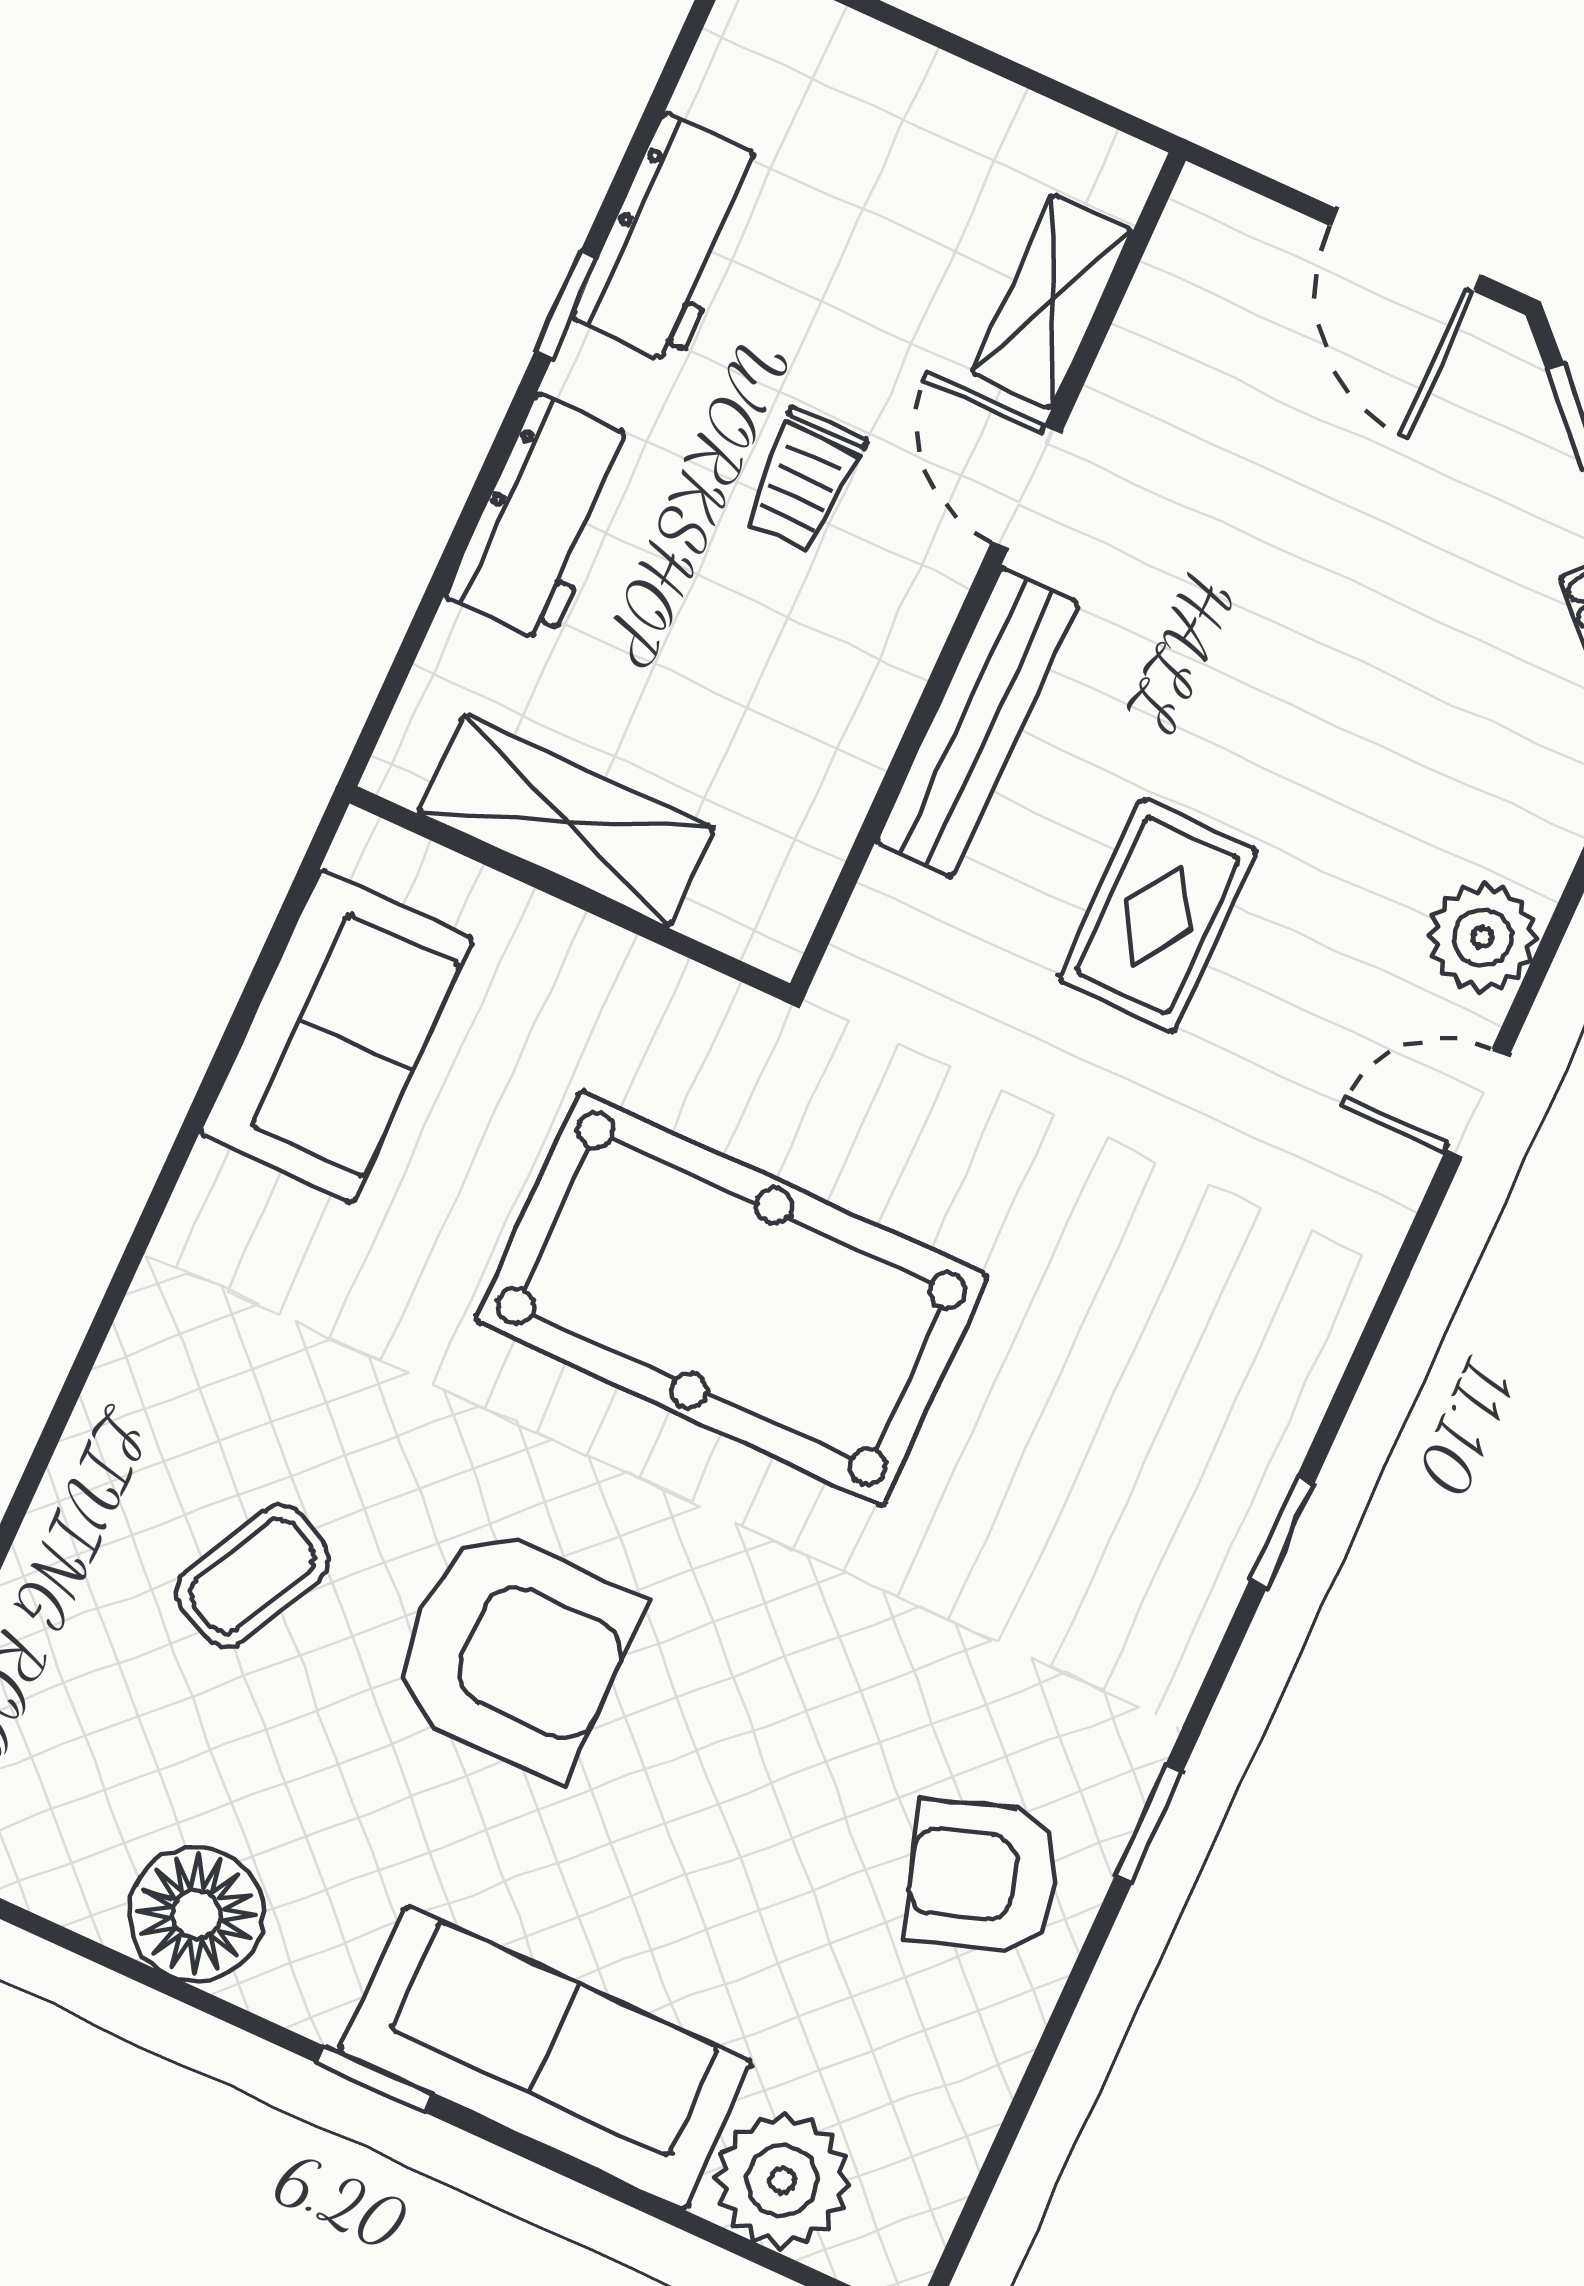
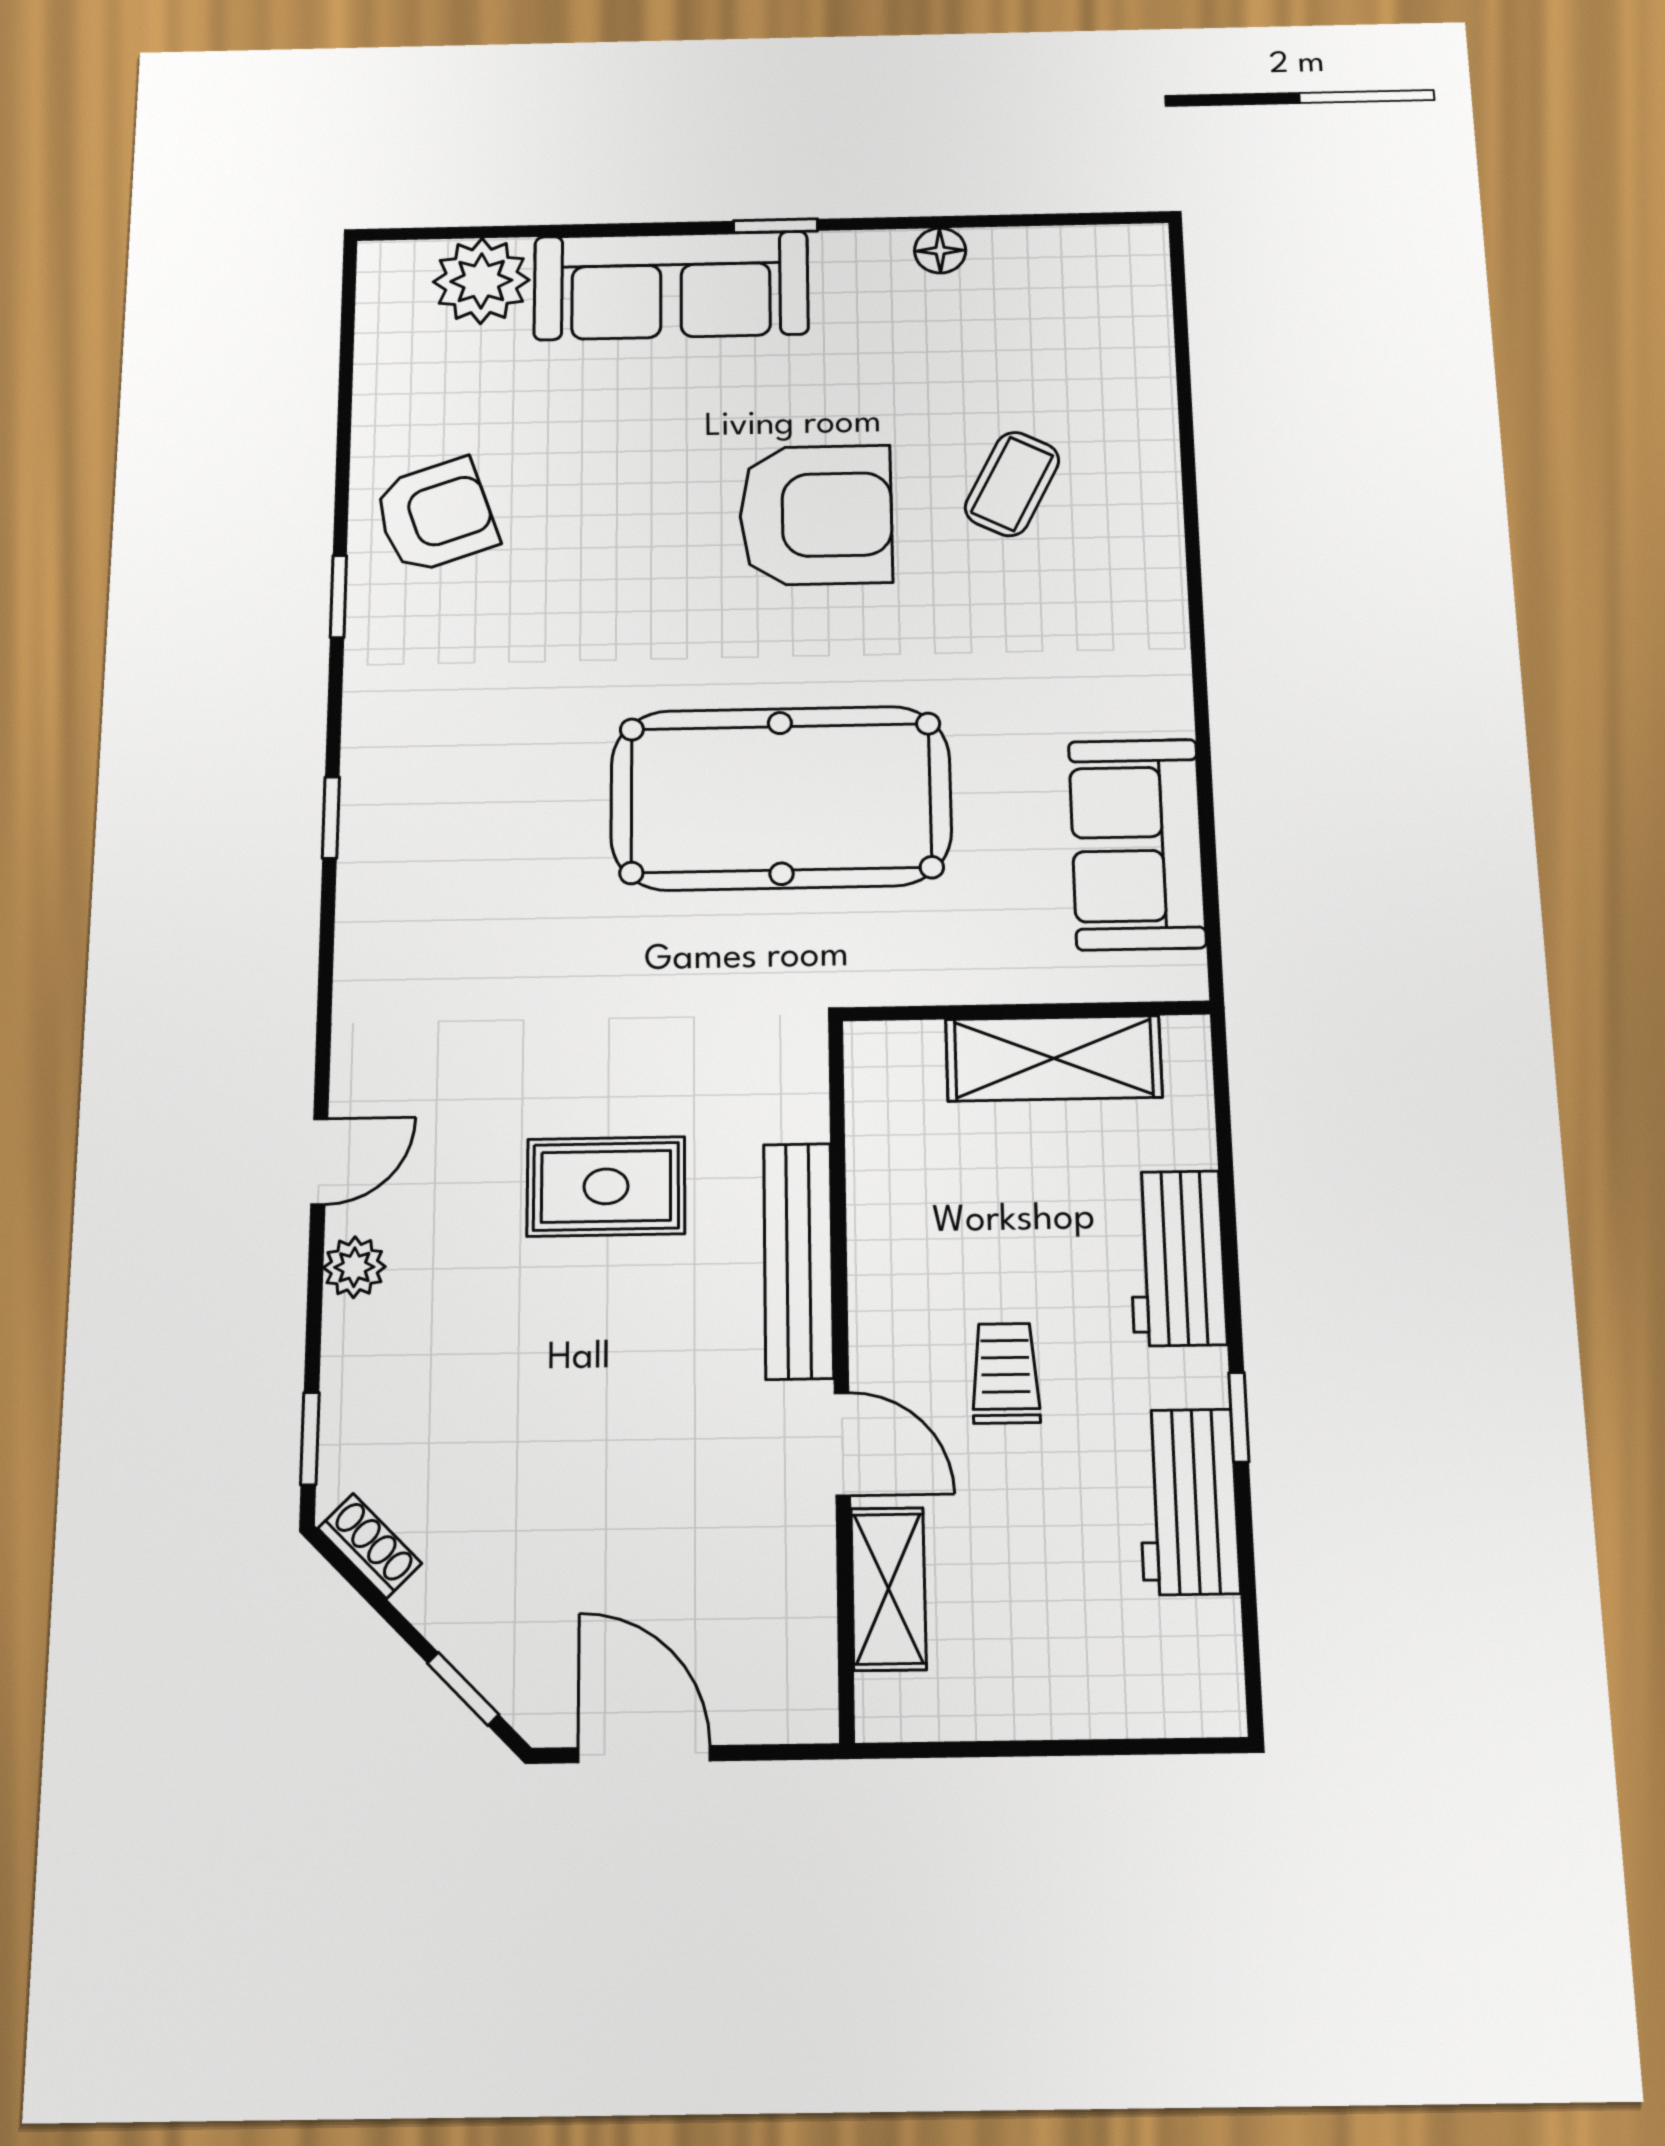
rug: (1158, 915) -> (606, 1186), turned 90
plant: (1482, 937) -> (354, 1267), width x0.73, depth x0.73
armchair: (514, 1651) -> (816, 515), turned 180
floor lamp: (196, 1914) -> (940, 251), width x0.53, depth x0.53

